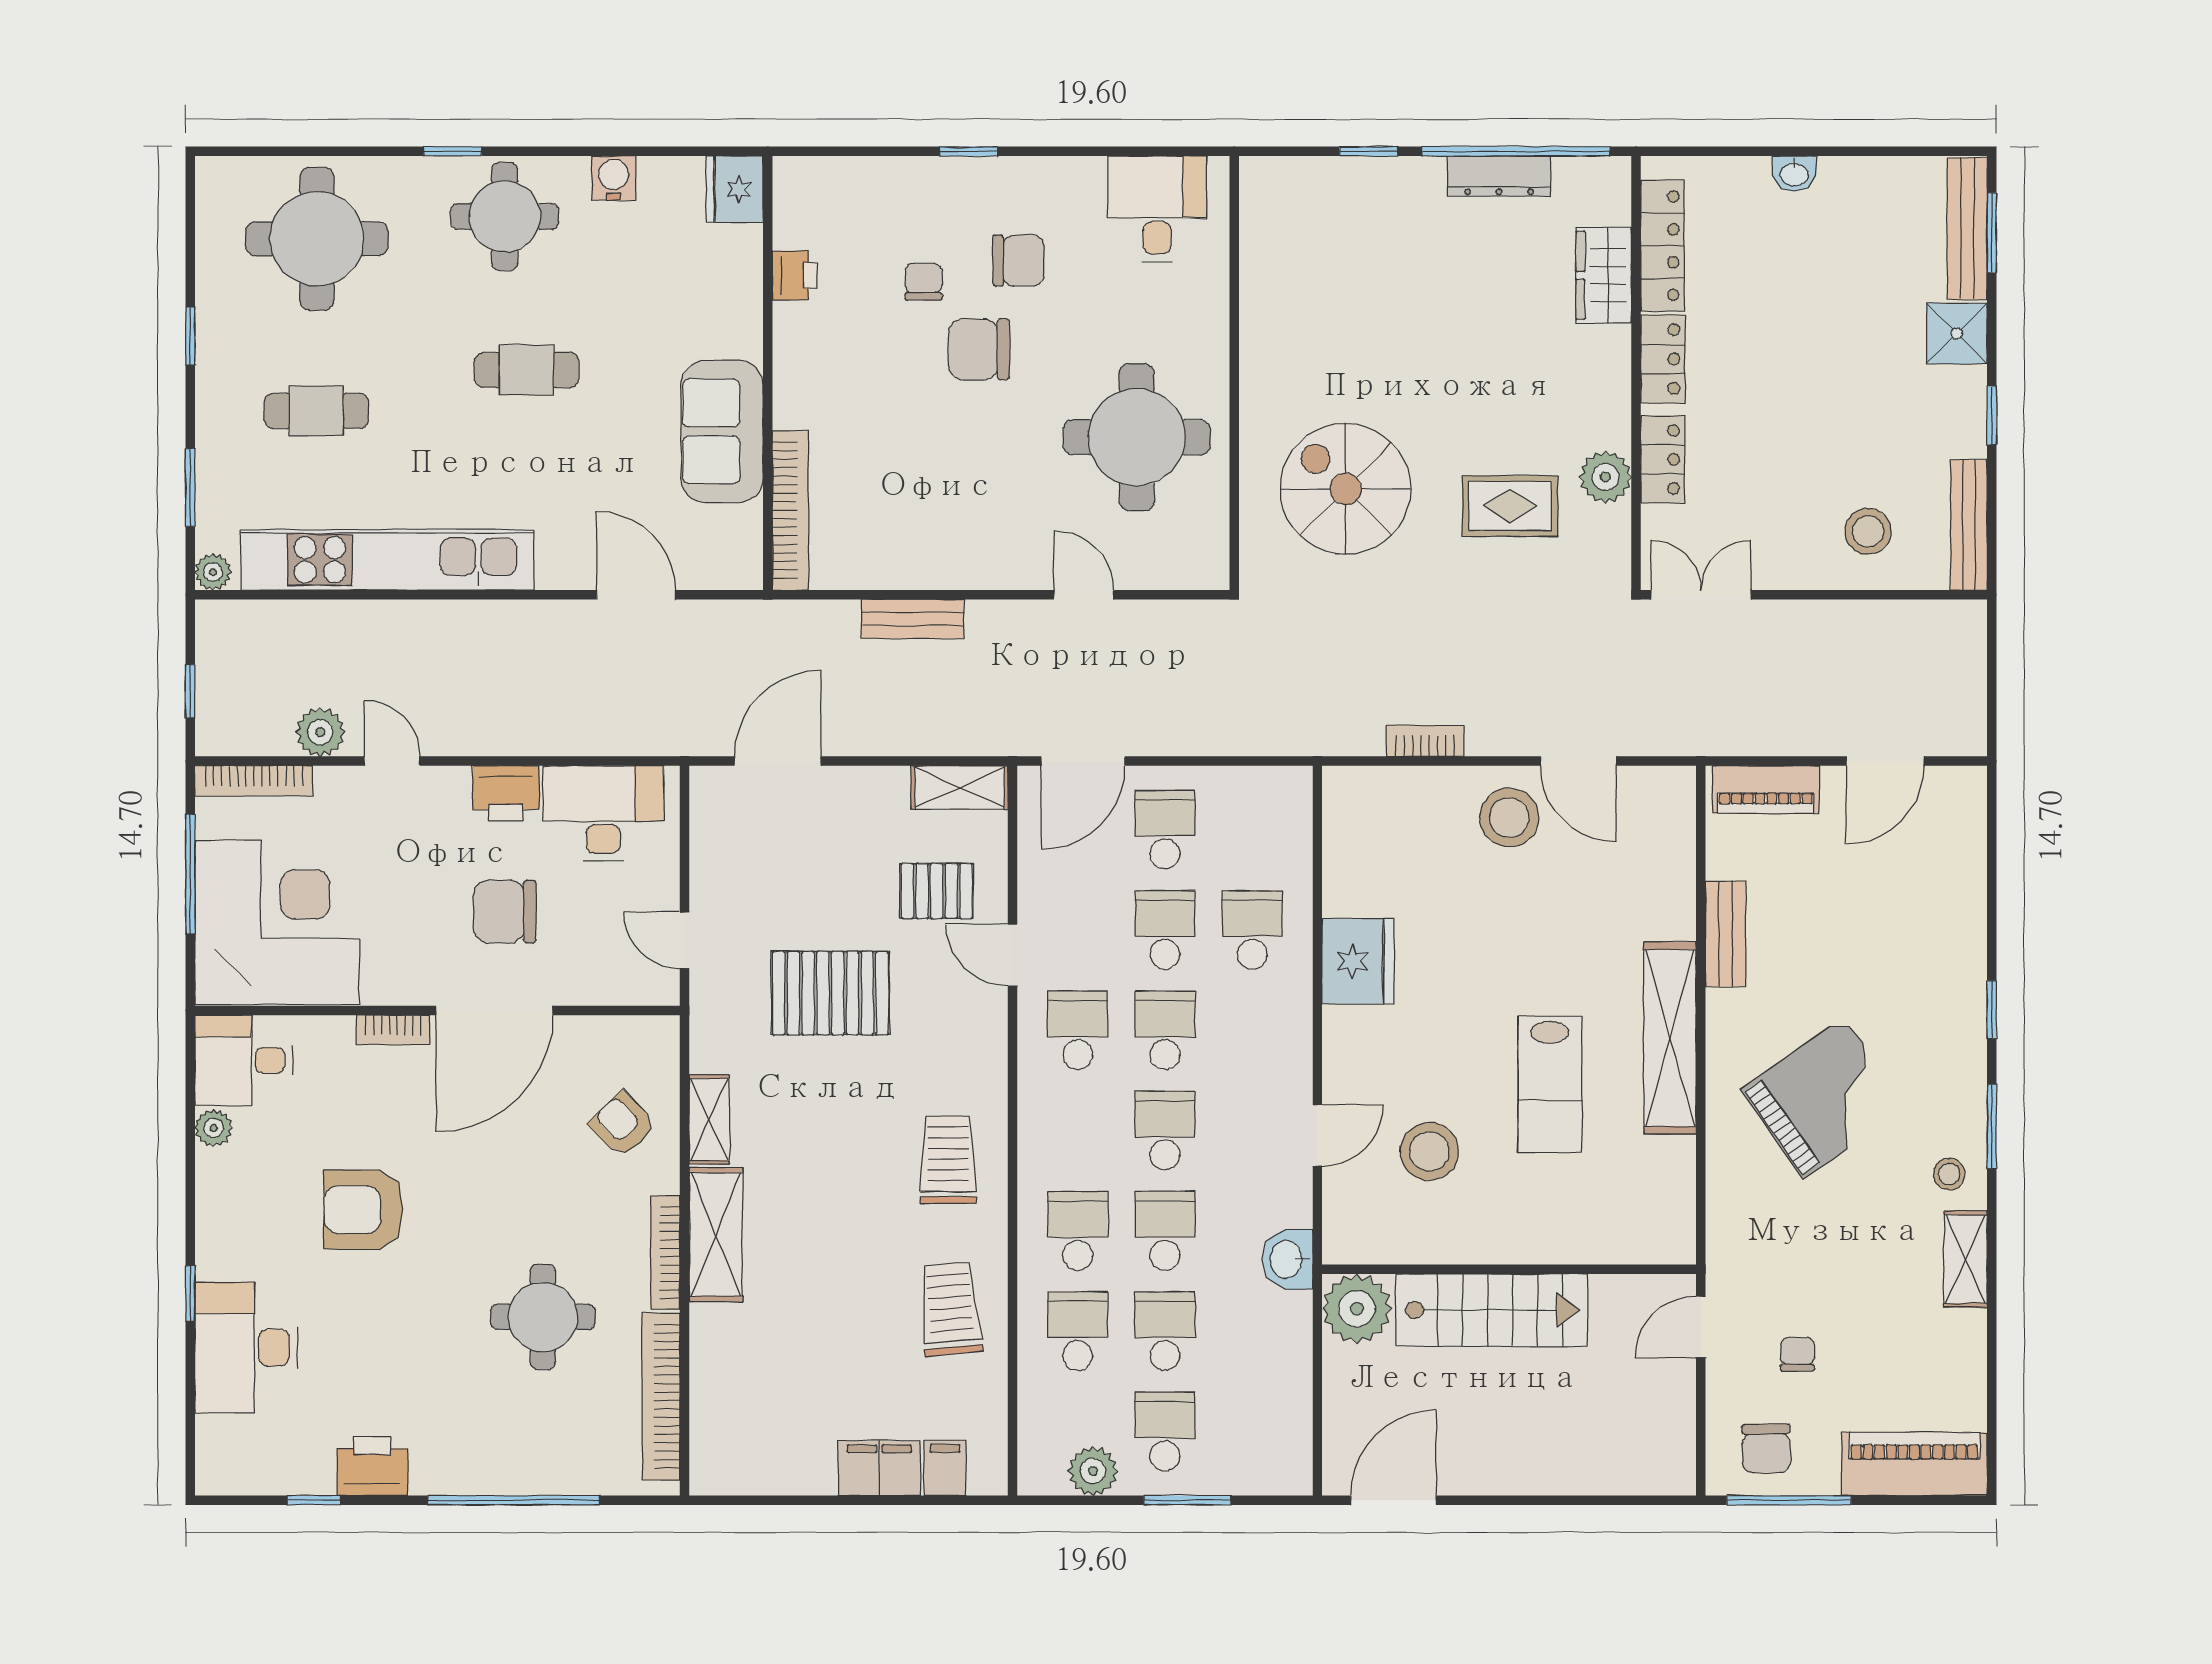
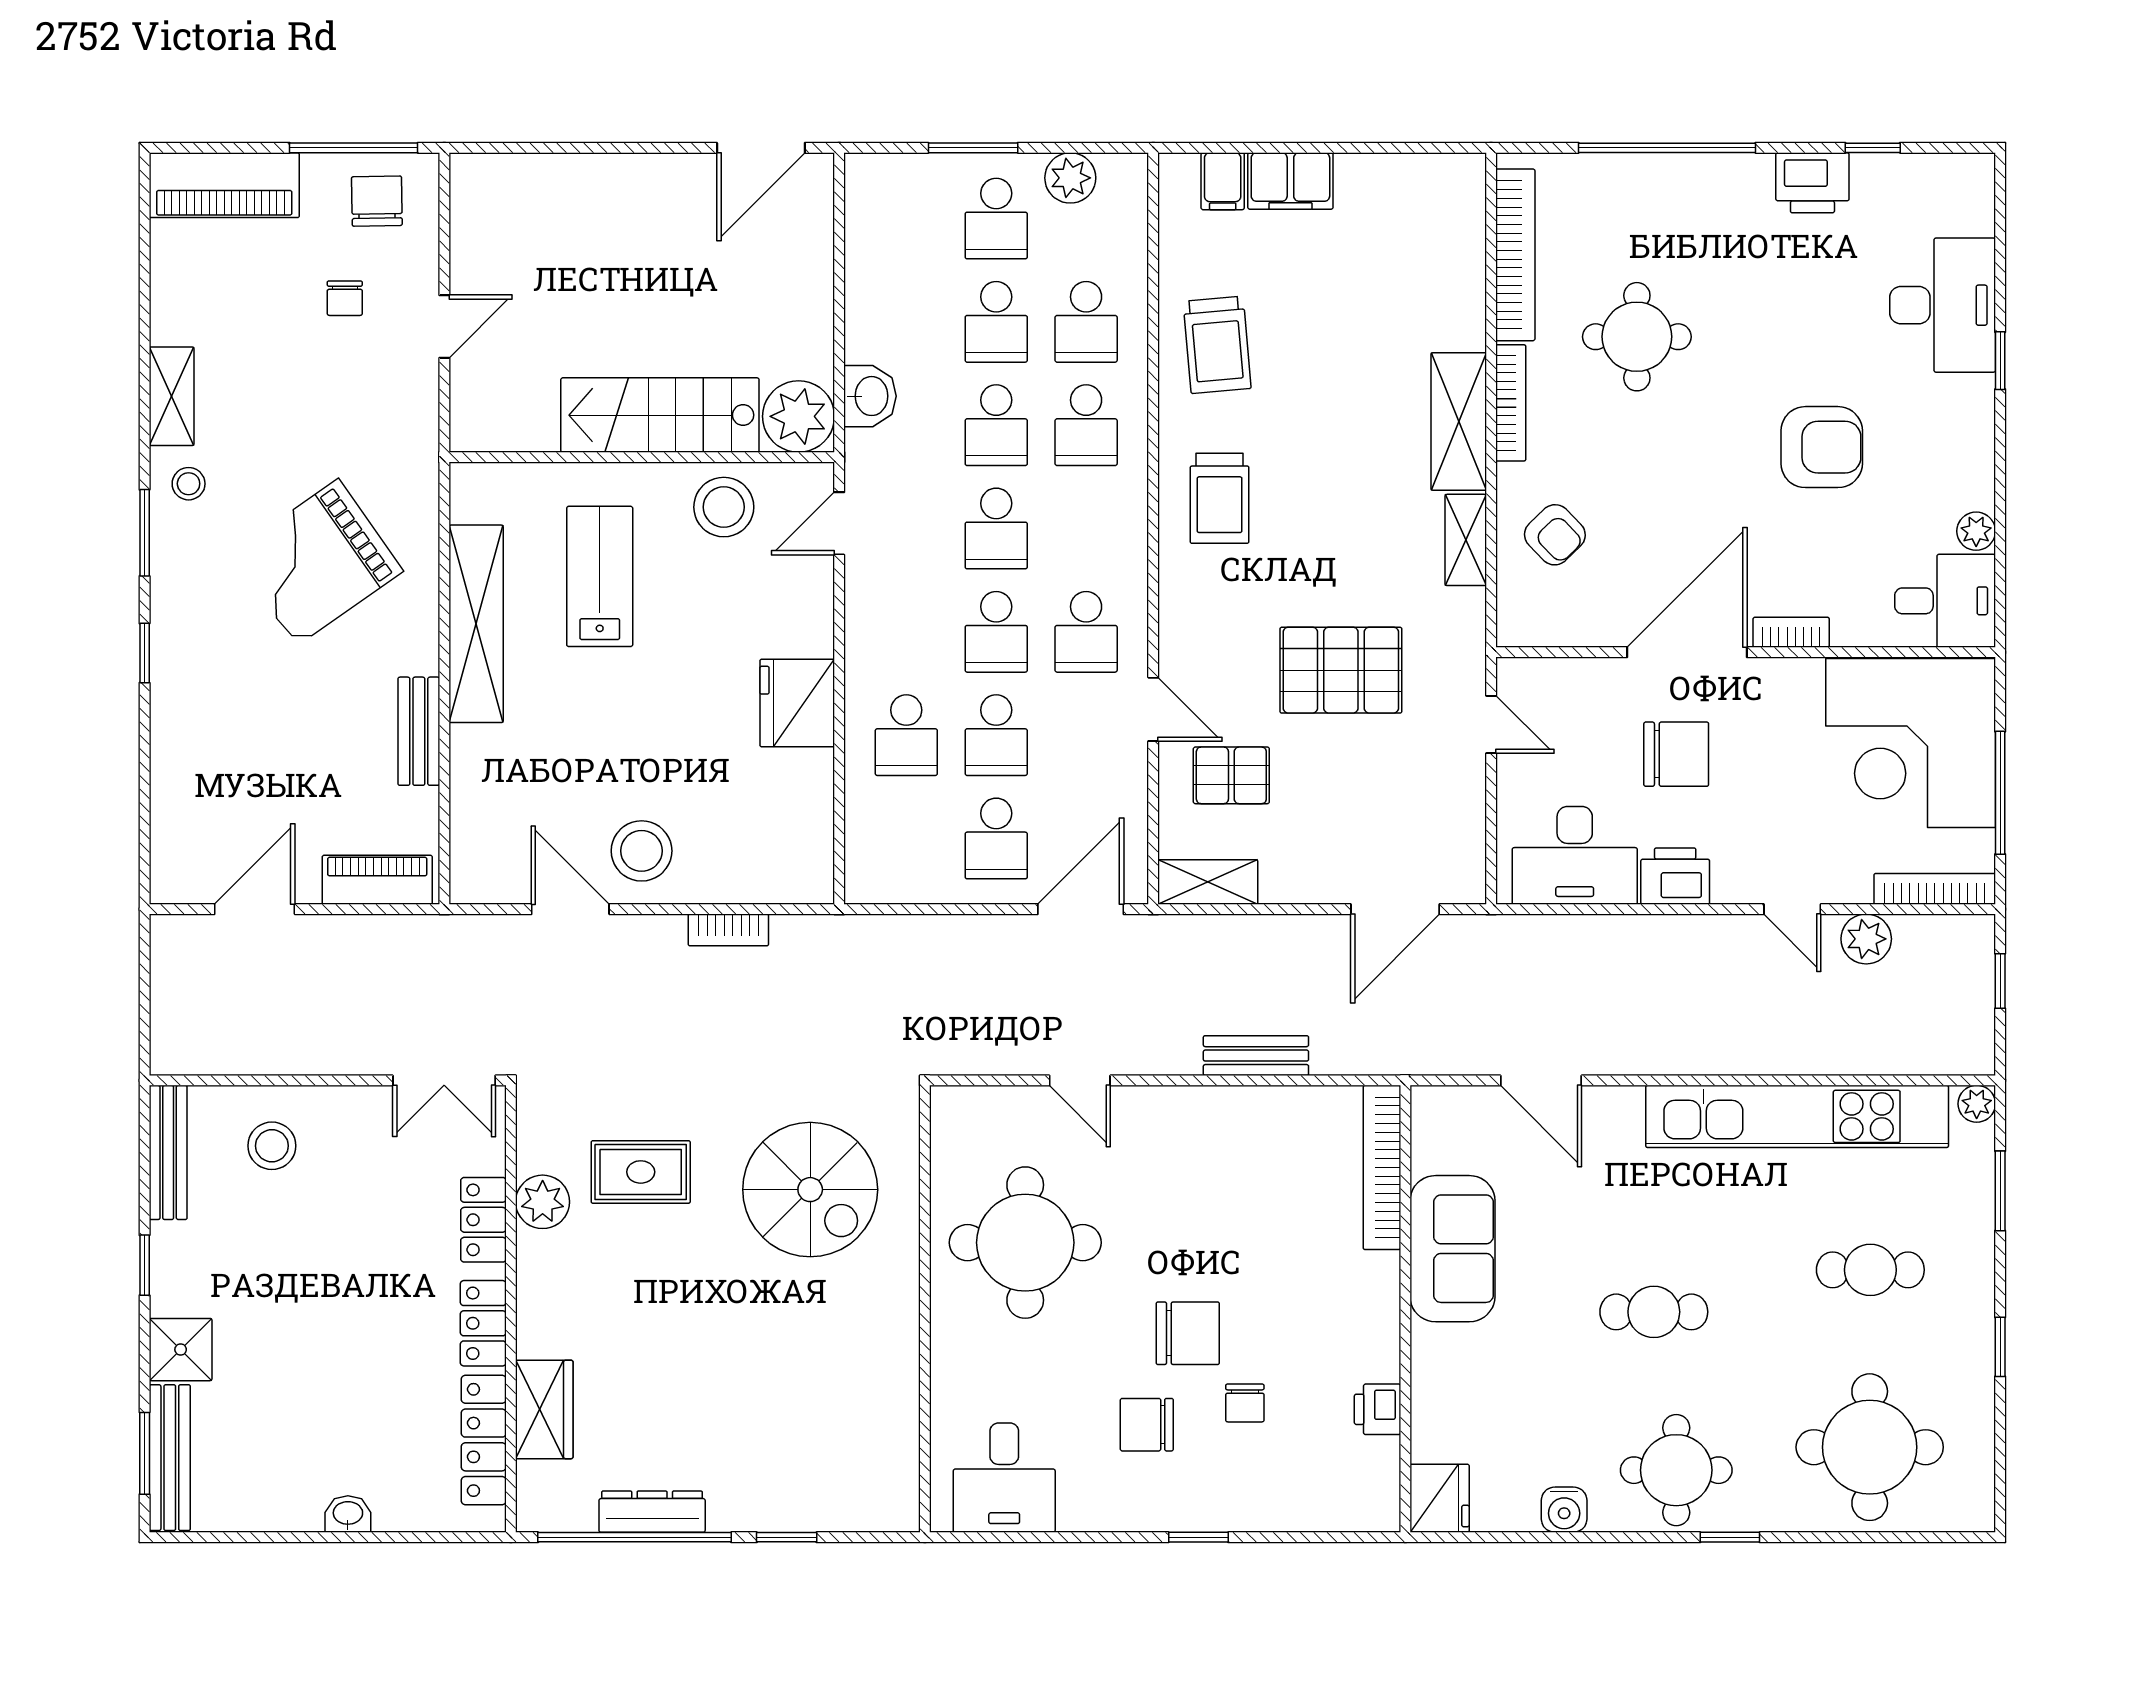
wall: (1509, 1269) -> (642, 457), moved
plant: (1357, 1309) -> (799, 416), moved
stairs: (1491, 1310) -> (660, 415), moved

